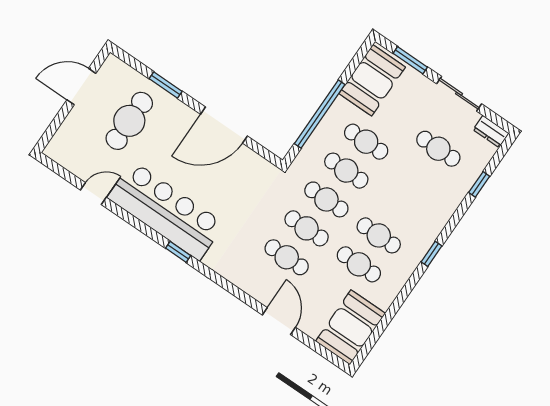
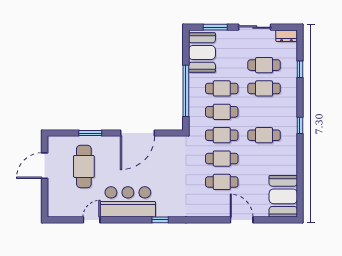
bar counter: (166, 211) -> (128, 202), width x0.73
cafe table: (359, 264) -> (264, 88), moved

